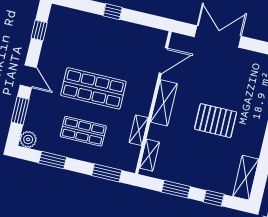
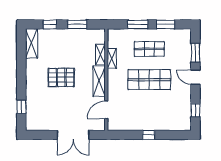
plant: (28, 139) -> (185, 34), removed
shelving: (150, 155) -> (100, 54), moved
window: (107, 173) -> (138, 24), moved

